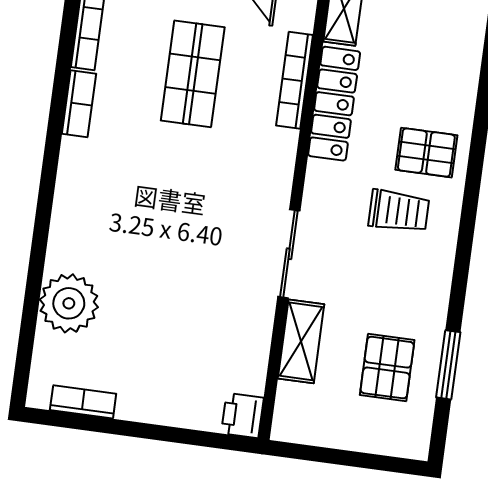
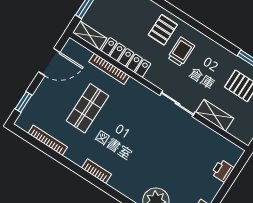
shop shelf: (193, 74) -> (87, 108), turned 90
bookcase: (79, 104) -> (96, 171), moved
printer: (242, 415) -> (223, 171), moved, turned 90

